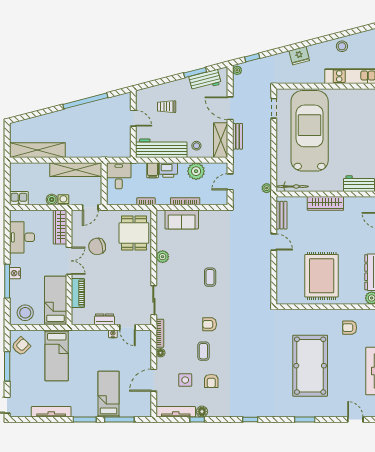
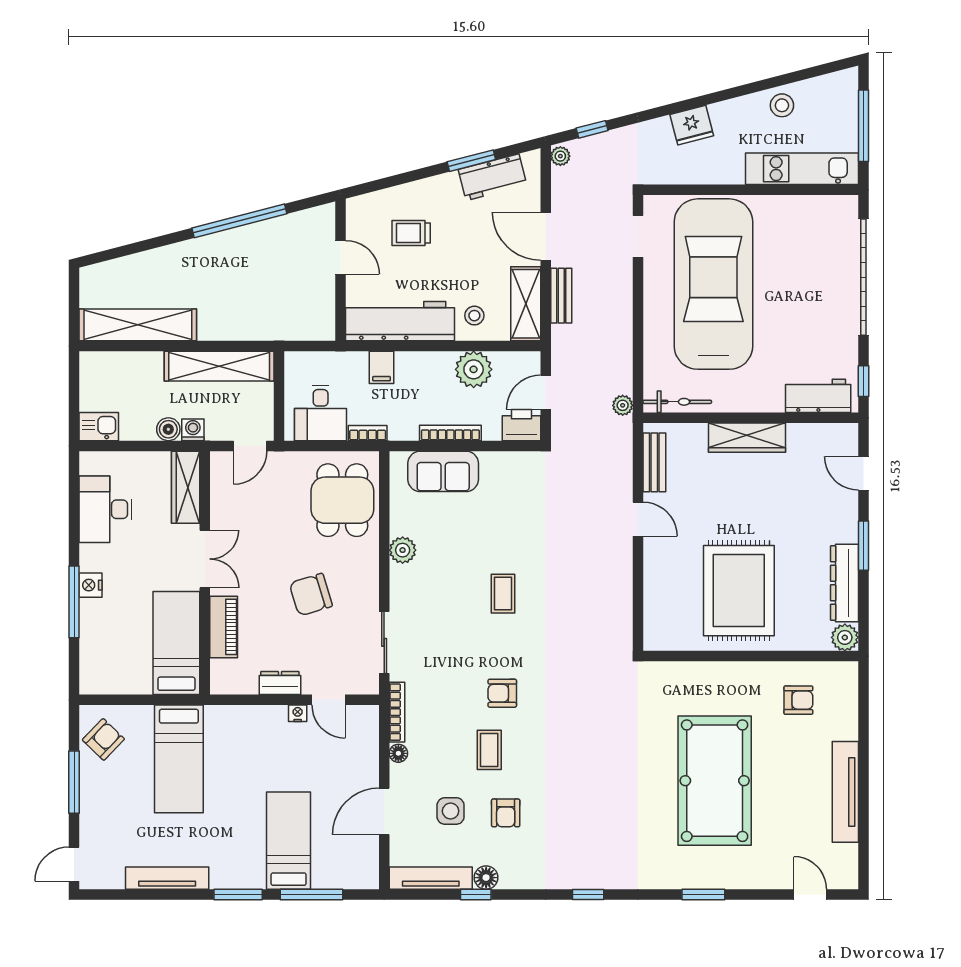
printer: (168, 170) -> (521, 425), moved, turned 180
desk: (119, 176) -> (321, 413), moved, turned 180
chair: (97, 246) -> (311, 595), moved
stool: (25, 313) -> (112, 669), removed
armchair: (350, 328) -> (798, 700), turned 180

